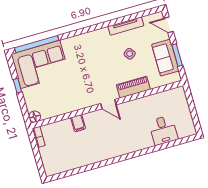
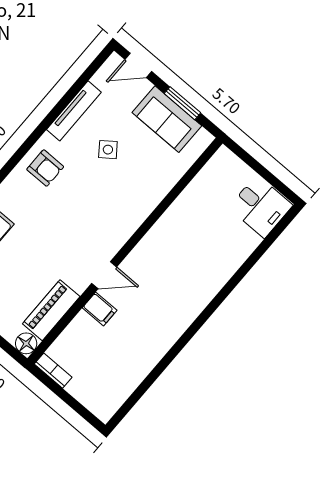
armchair: (96, 43) -> (45, 168), added
piano: (133, 87) -> (51, 310), moved
door: (108, 104) -> (104, 275), moved
desk: (163, 130) -> (260, 206), moved

